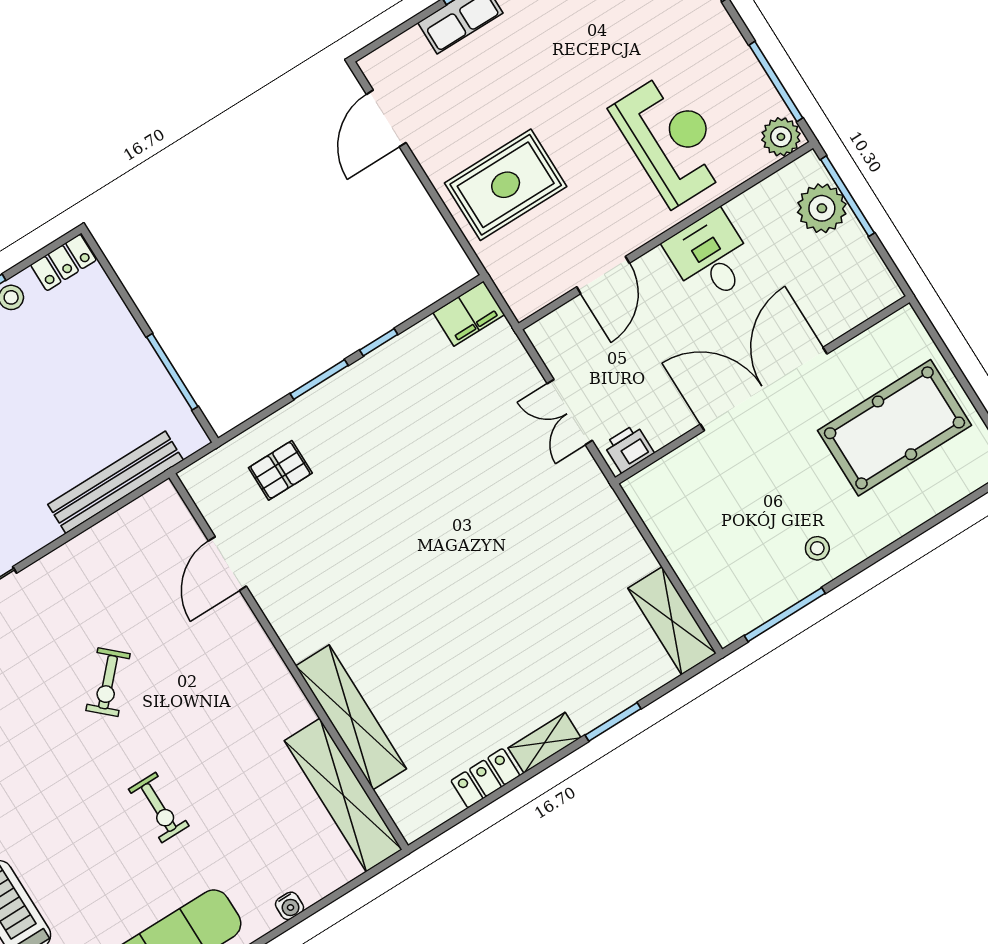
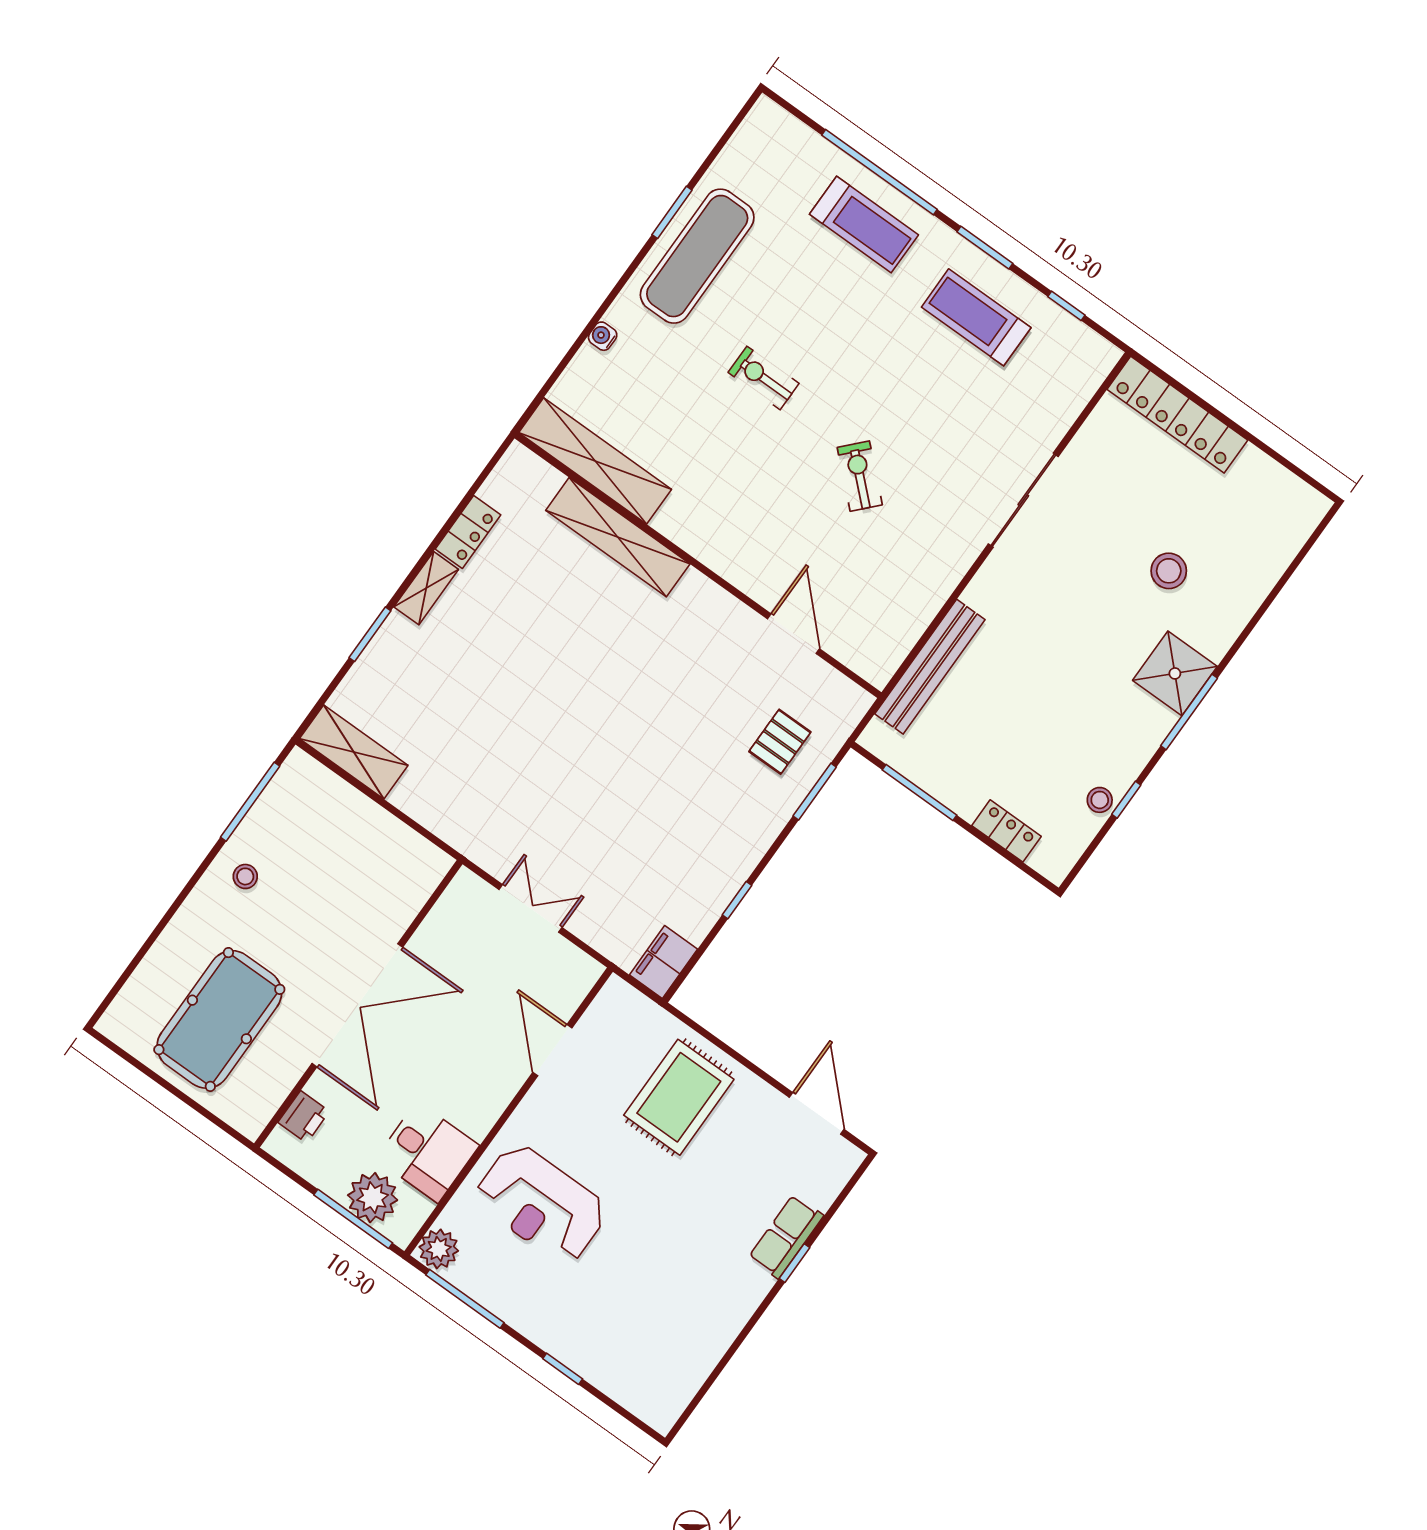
desk: (710, 257) -> (428, 1152), moved
locker: (63, 262) -> (1006, 831), moved, turned 90
window: (319, 380) -> (815, 792), moved
printer: (629, 448) -> (304, 1117), moved

